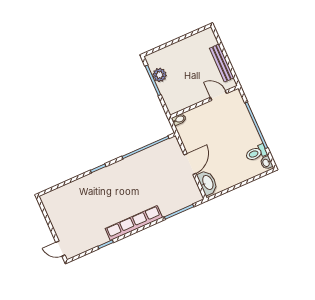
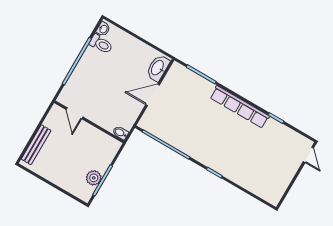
bench: (222, 63) -> (36, 145), moved

